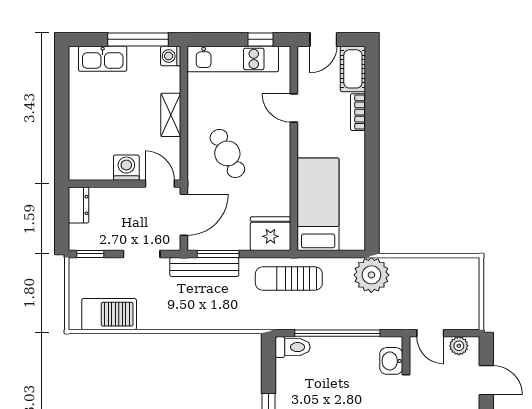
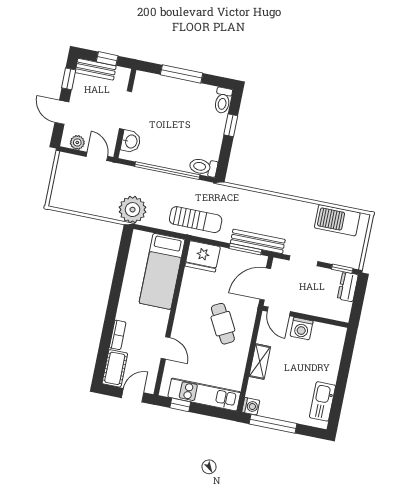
kitchen sink: (103, 59) -> (322, 401), moved, turned -90
dresser: (79, 205) -> (348, 287), moved

